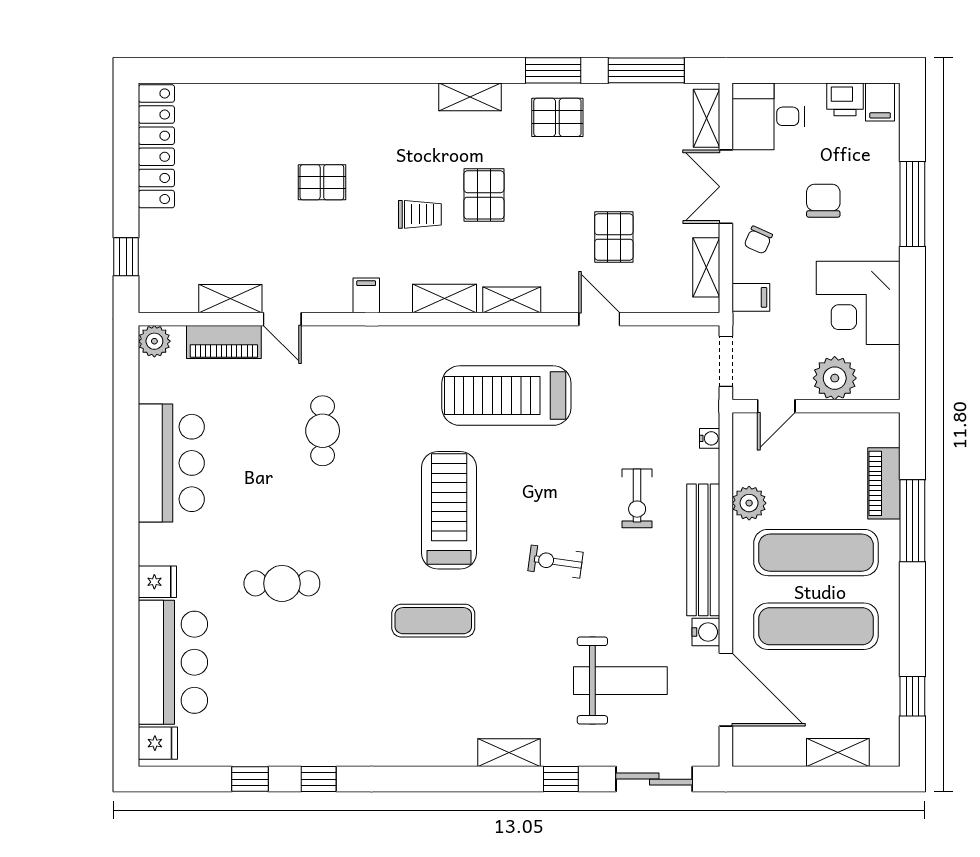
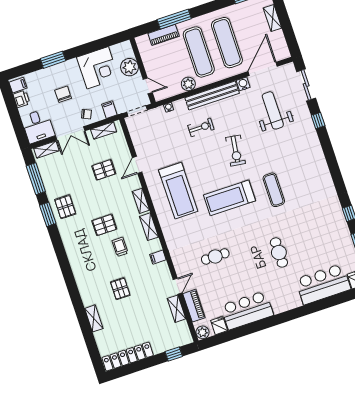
shelving: (470, 97) -> (94, 318), moved
chair: (823, 201) -> (63, 94), turned 90
window: (912, 204) -> (53, 60), width x0.69
exercise bike: (555, 562) -> (236, 151), width x1.38, depth x1.39
fridge: (157, 582) -> (219, 326), moved
shelving: (509, 753) -> (315, 144), removed

